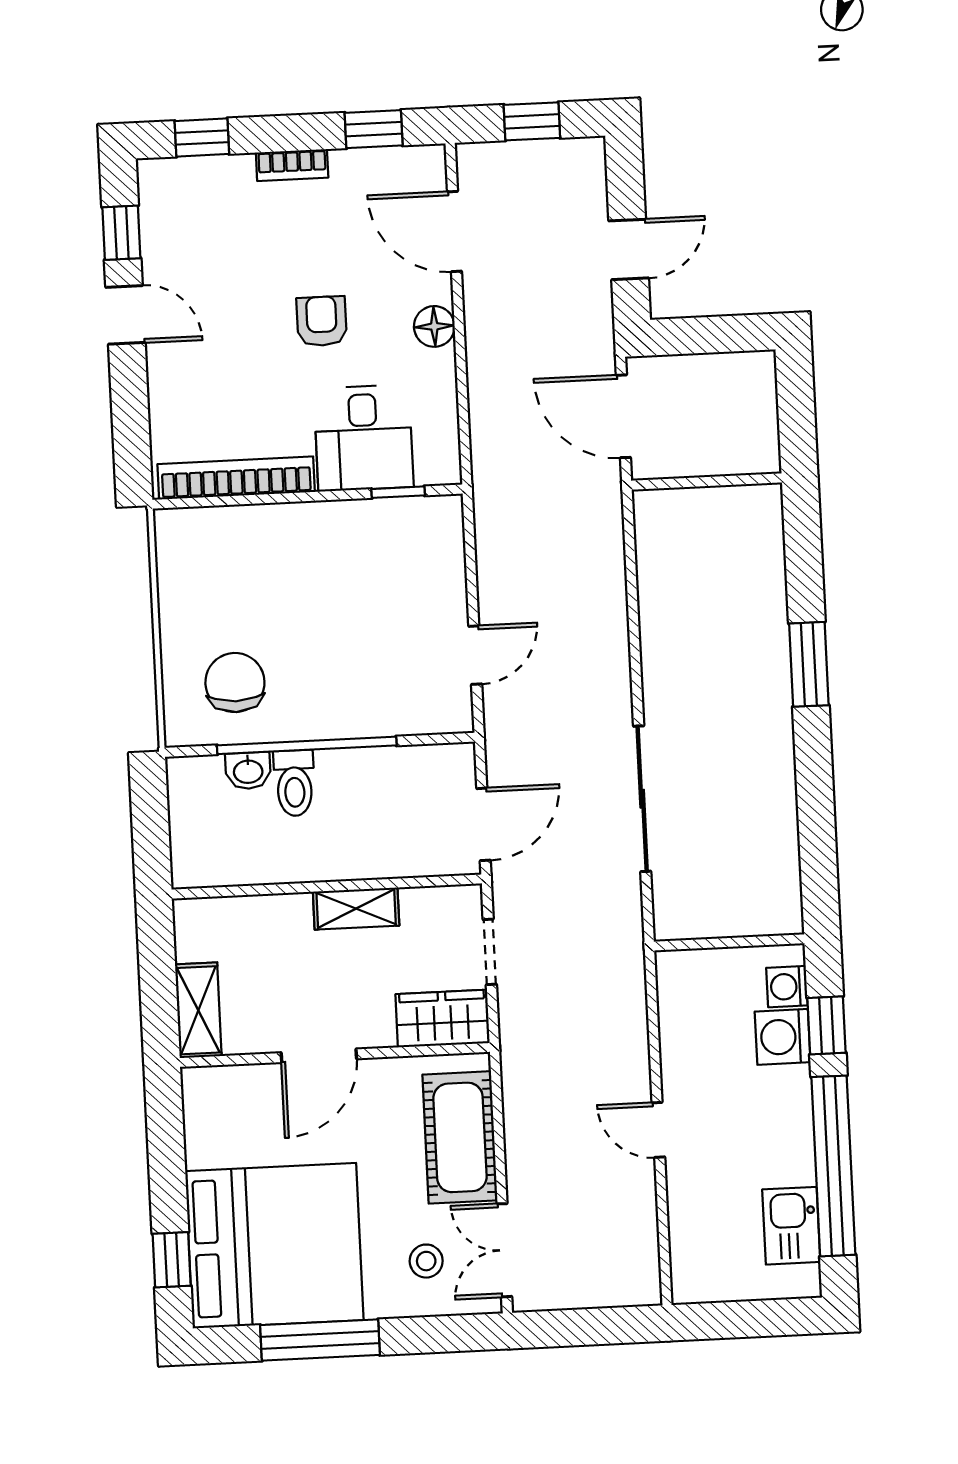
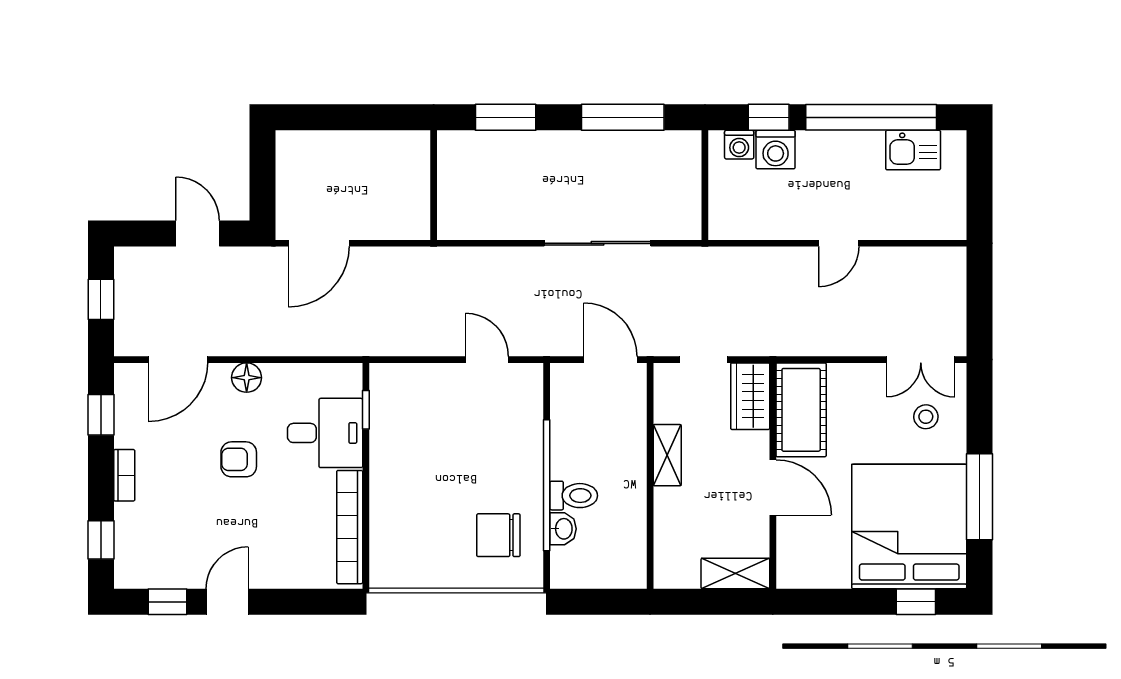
wall: (707, 482) -> (434, 185), moved
window: (817, 825) -> (623, 117), added
cot: (460, 1137) -> (801, 410), moved, turned 90

